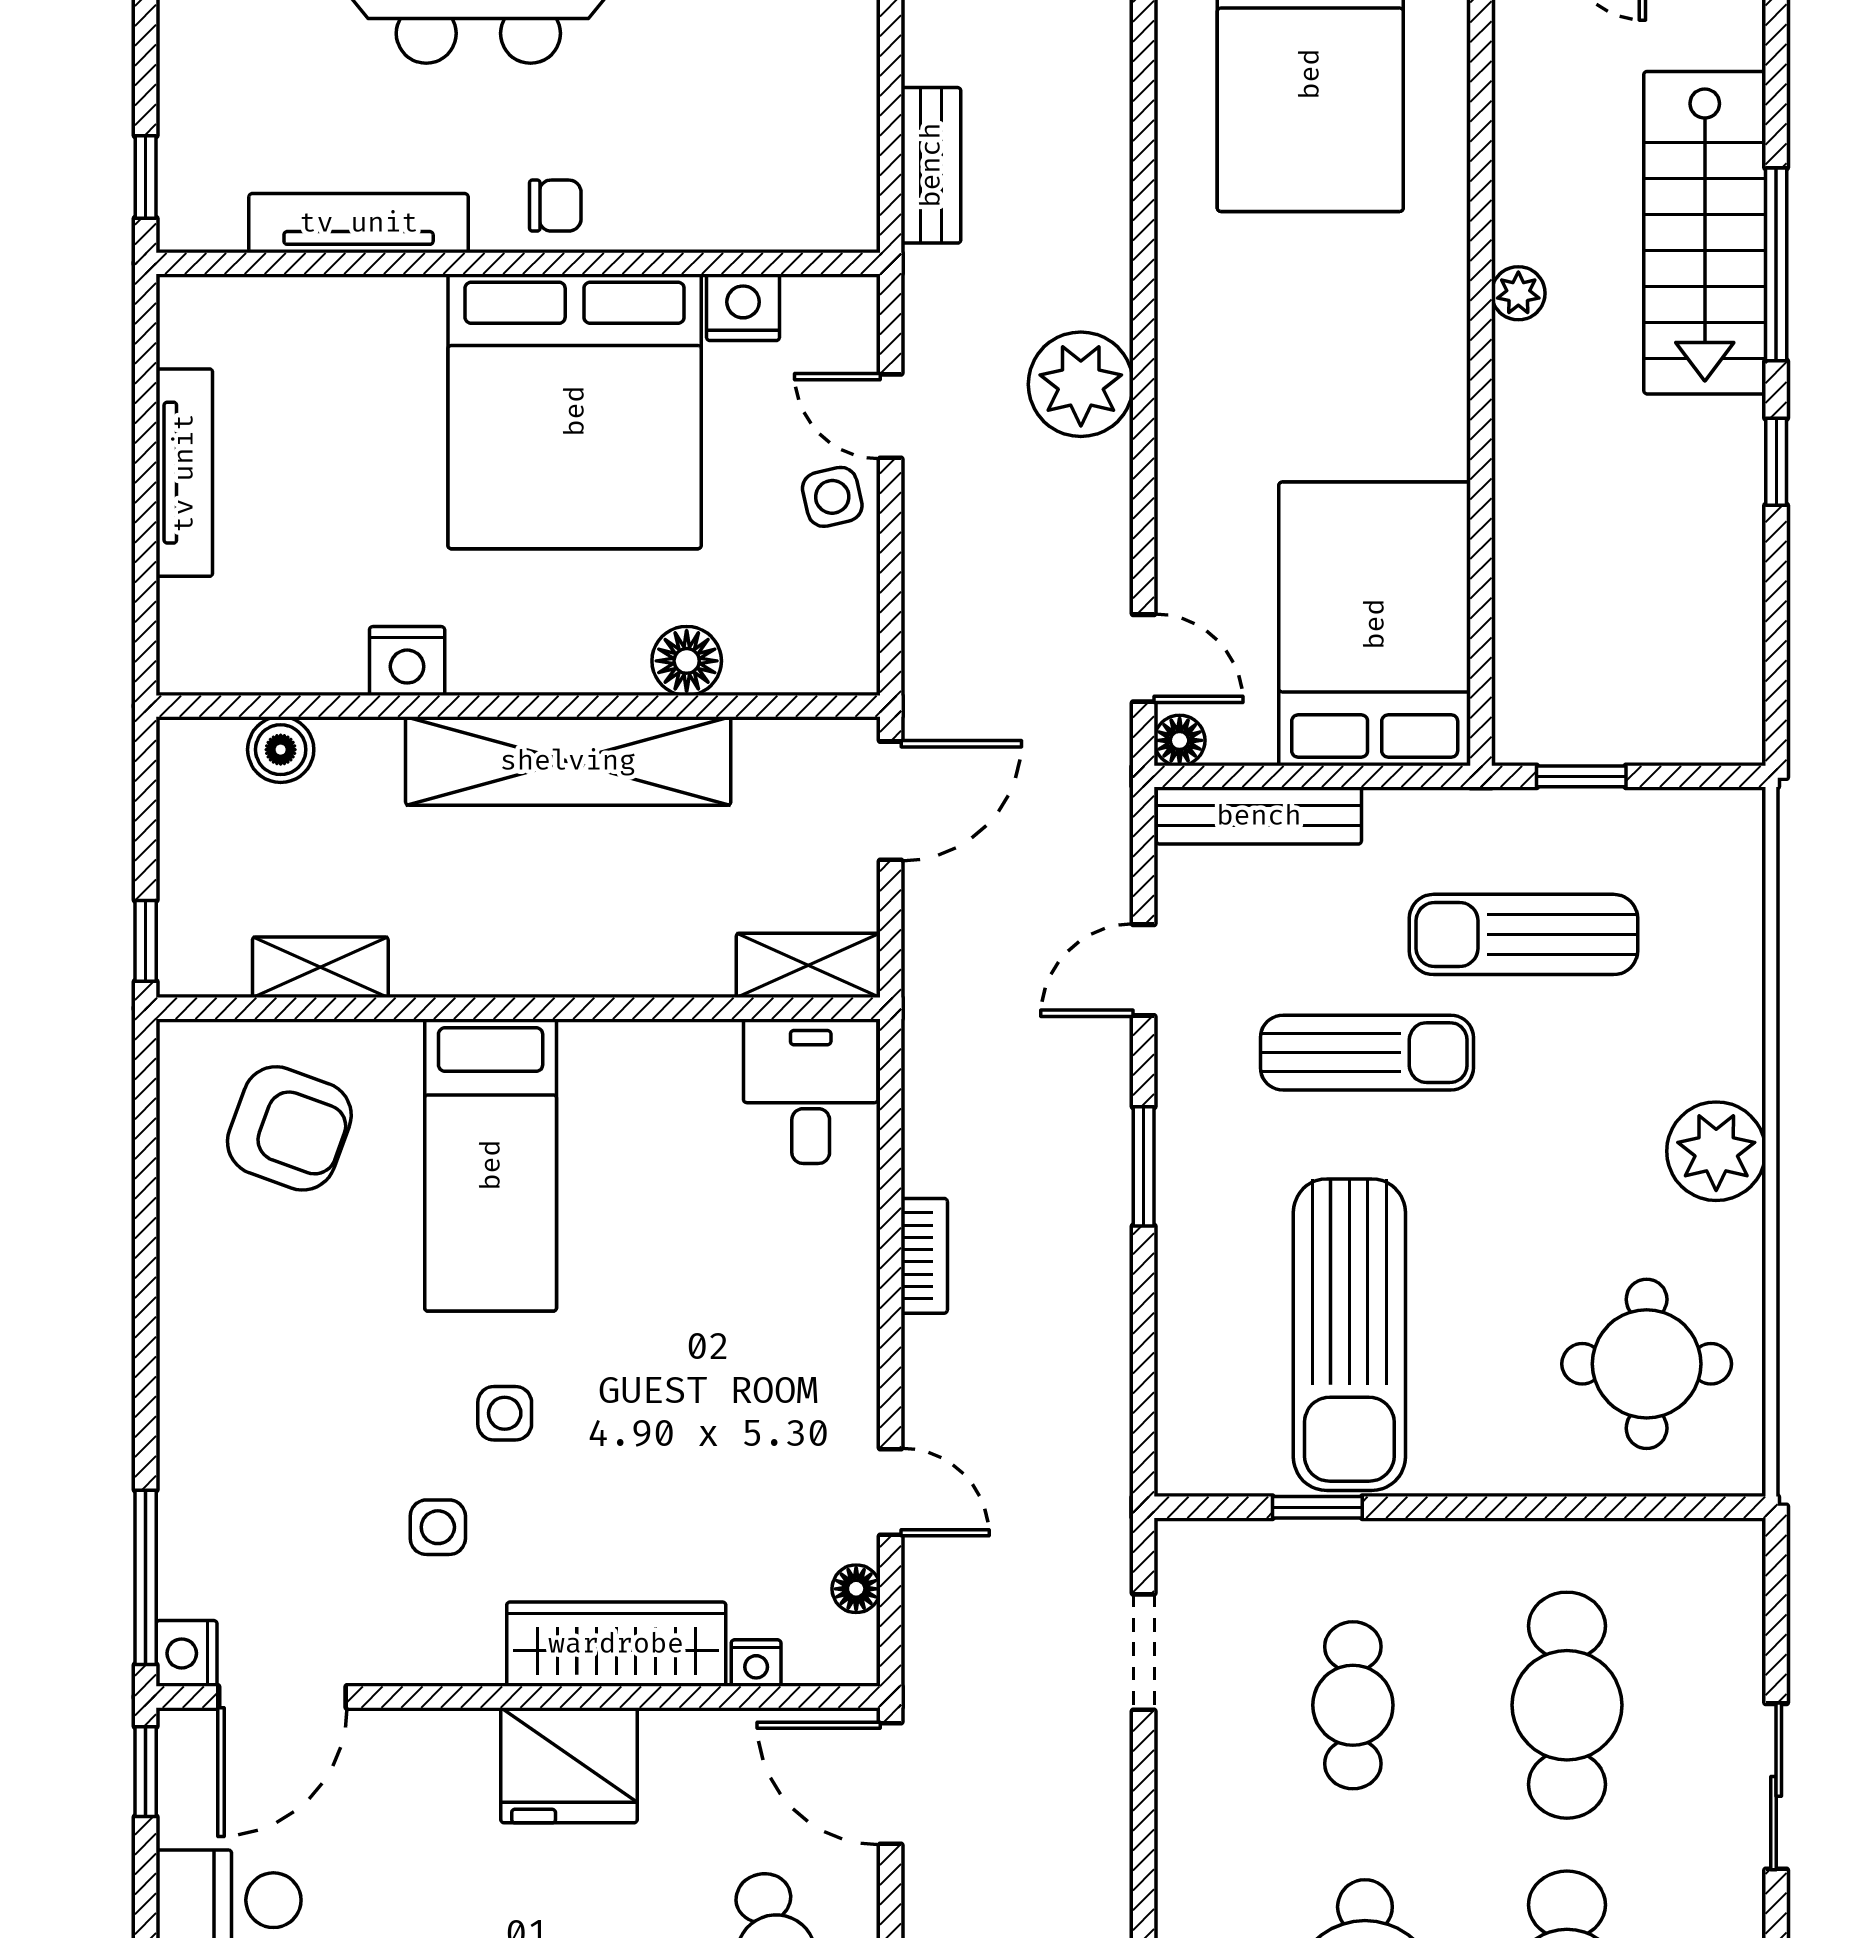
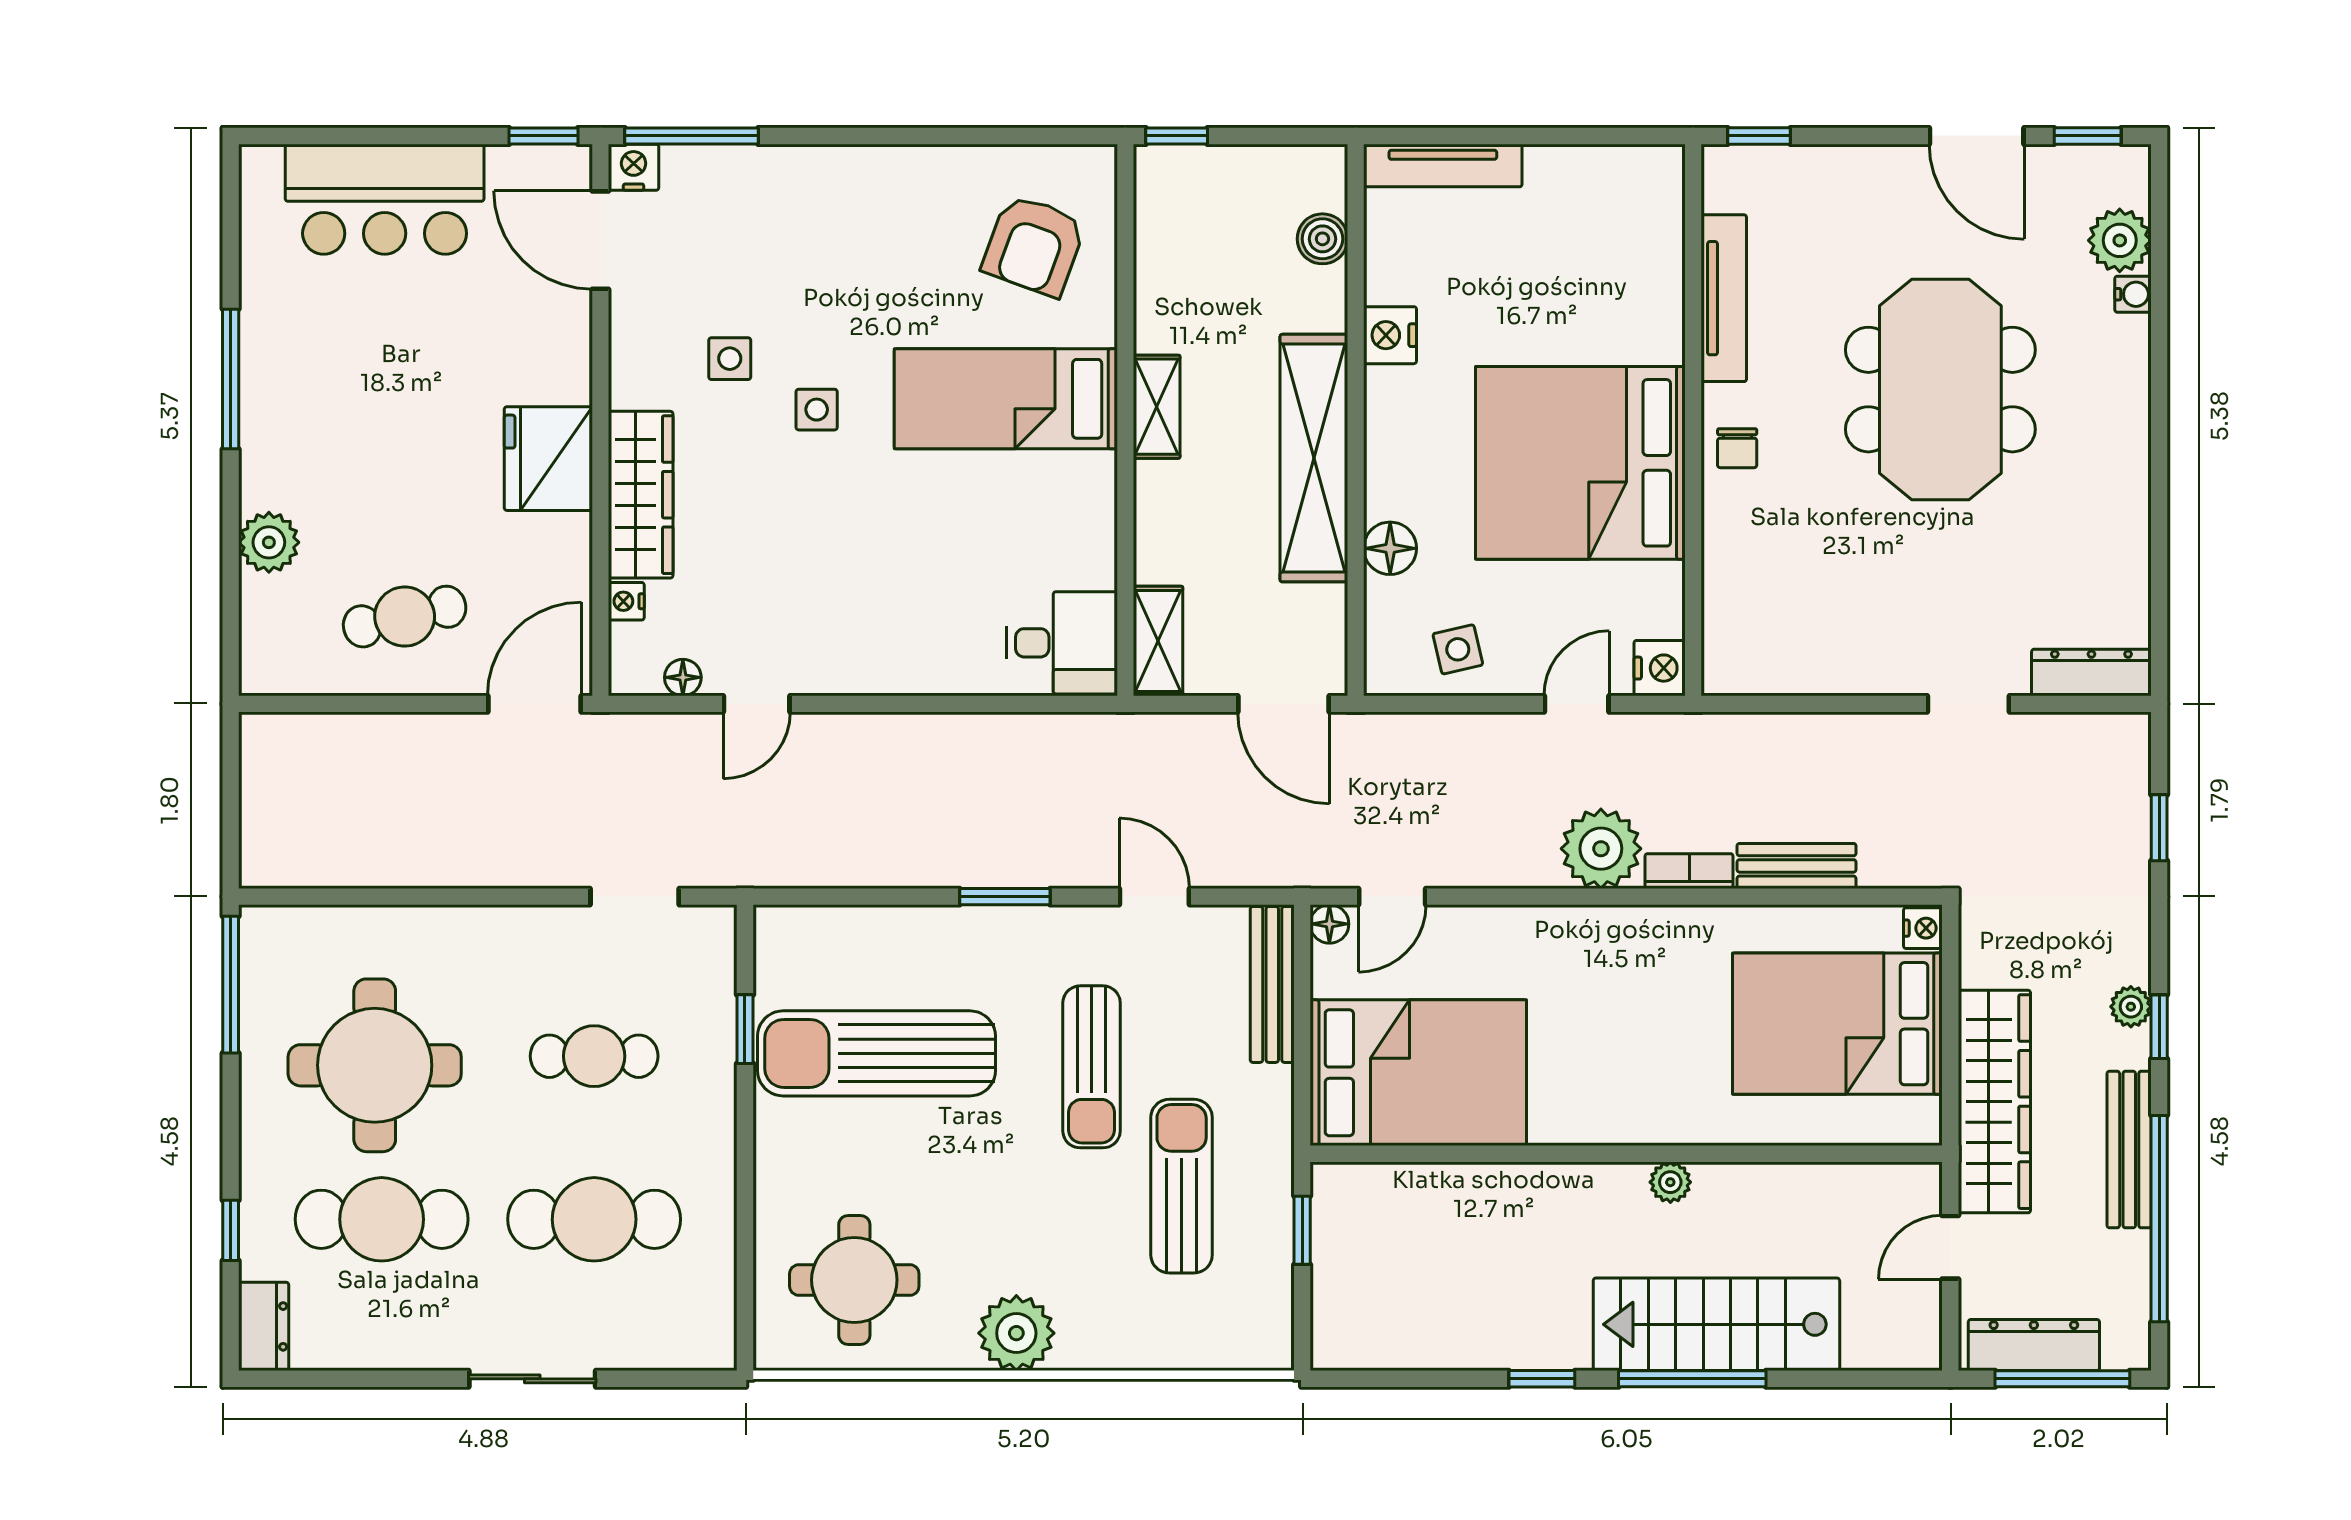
bench: (931, 165) -> (1797, 866), moved
nightstand: (743, 307) -> (1660, 668), moved
tv unit: (184, 473) -> (1443, 165), moved
side table: (832, 497) -> (1458, 649), moved
shelving: (320, 967) -> (1157, 407), moved
bookcase: (924, 1256) -> (1689, 871), moved, turned 180

